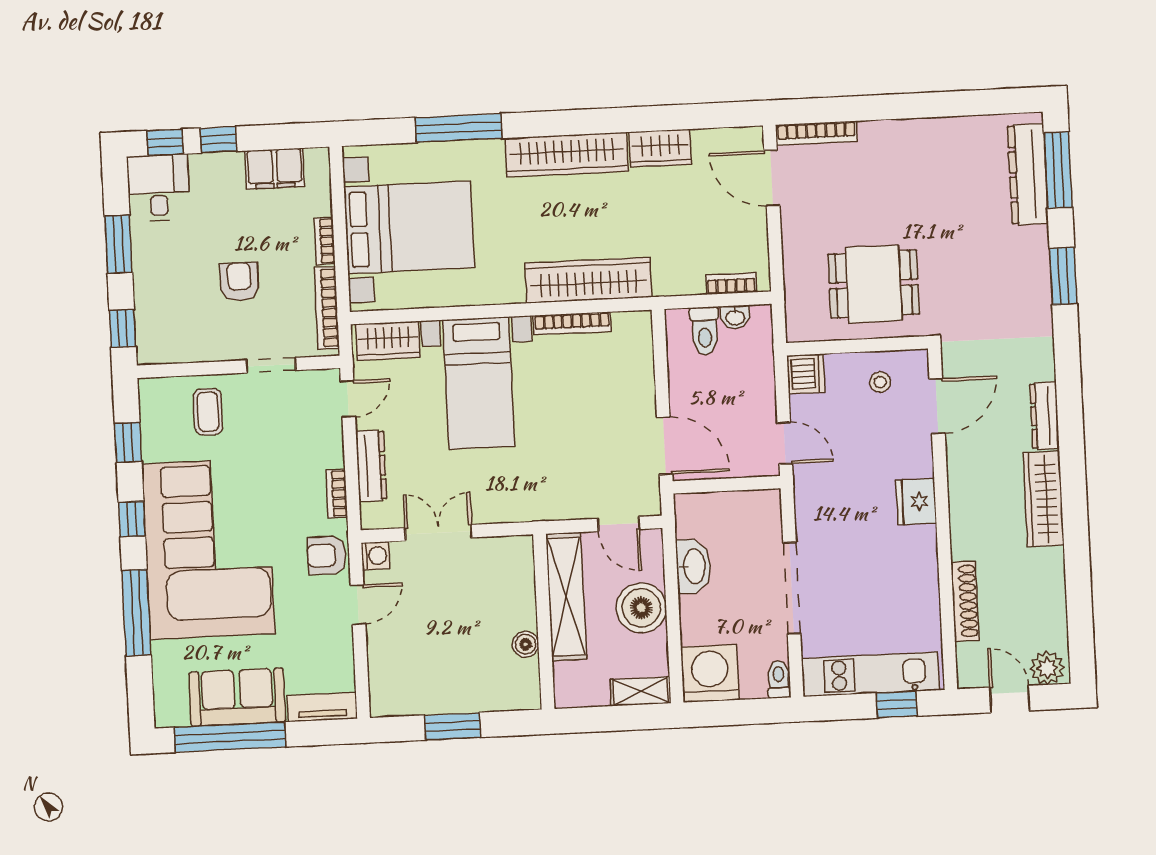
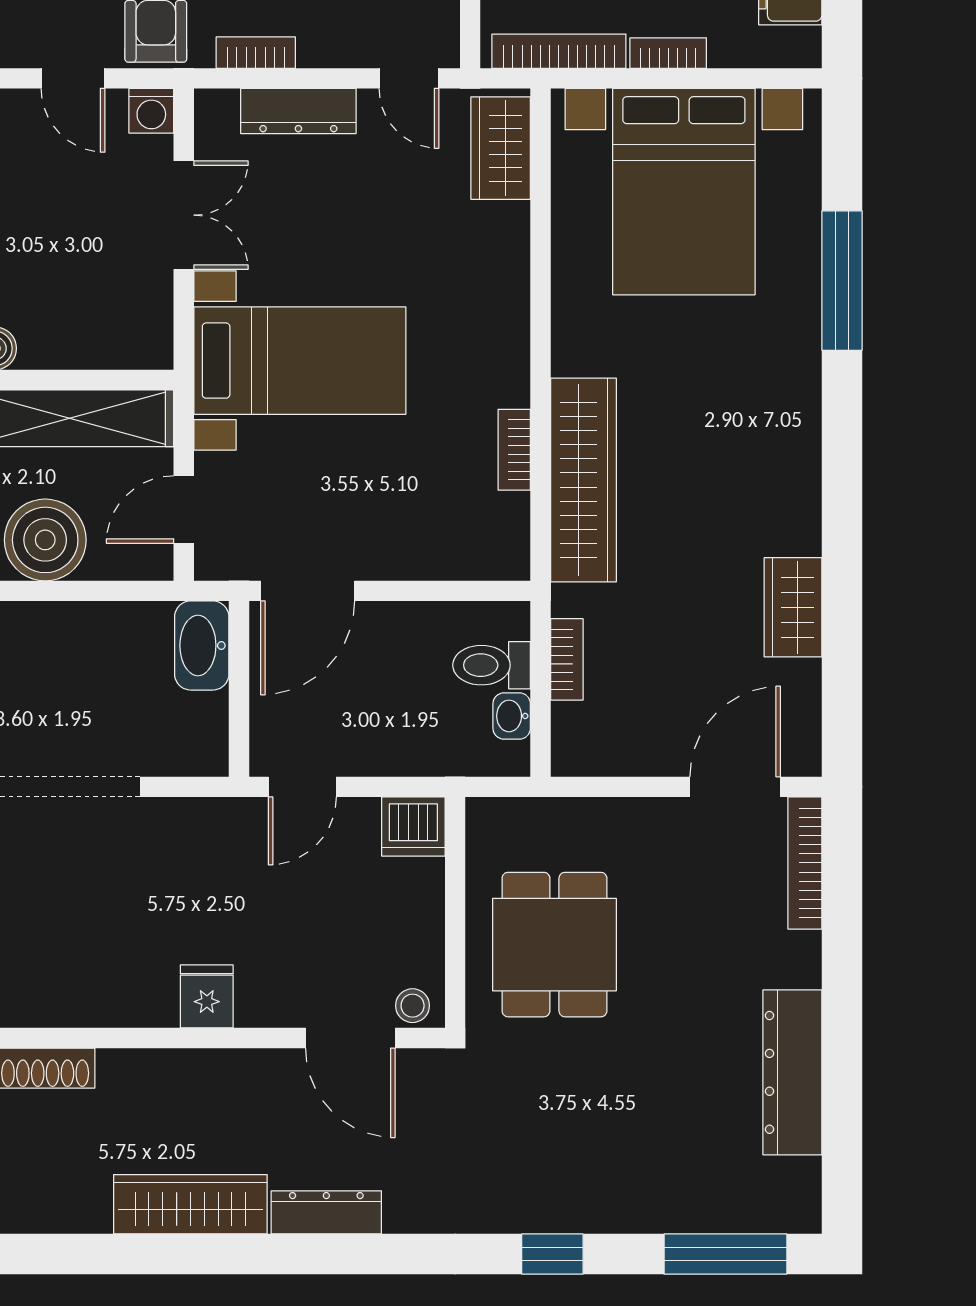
wardrobe: (567, 155) -> (790, 455), removed
dresser: (1028, 174) -> (792, 1072), moved, turned -90
window: (1063, 276) -> (552, 1254), width x0.67
bookcase: (731, 283) -> (567, 659), moved
bookcase: (572, 323) -> (514, 450), width x0.64
stool: (880, 382) -> (413, 1006), moved
bed with nightstands: (479, 383) -> (300, 361), moved, turned 180
fridge: (916, 502) -> (207, 996), width x0.72
washbasin: (693, 566) -> (202, 645), moved, turned 90

